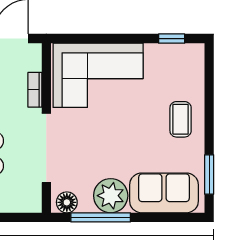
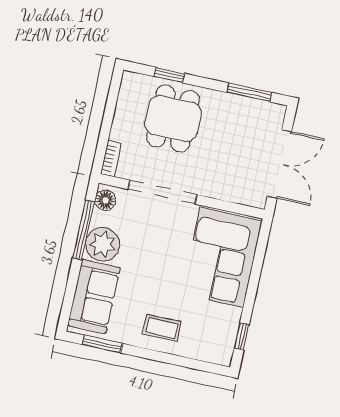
bookcase: (35, 90) -> (111, 159), moved, turned 90

